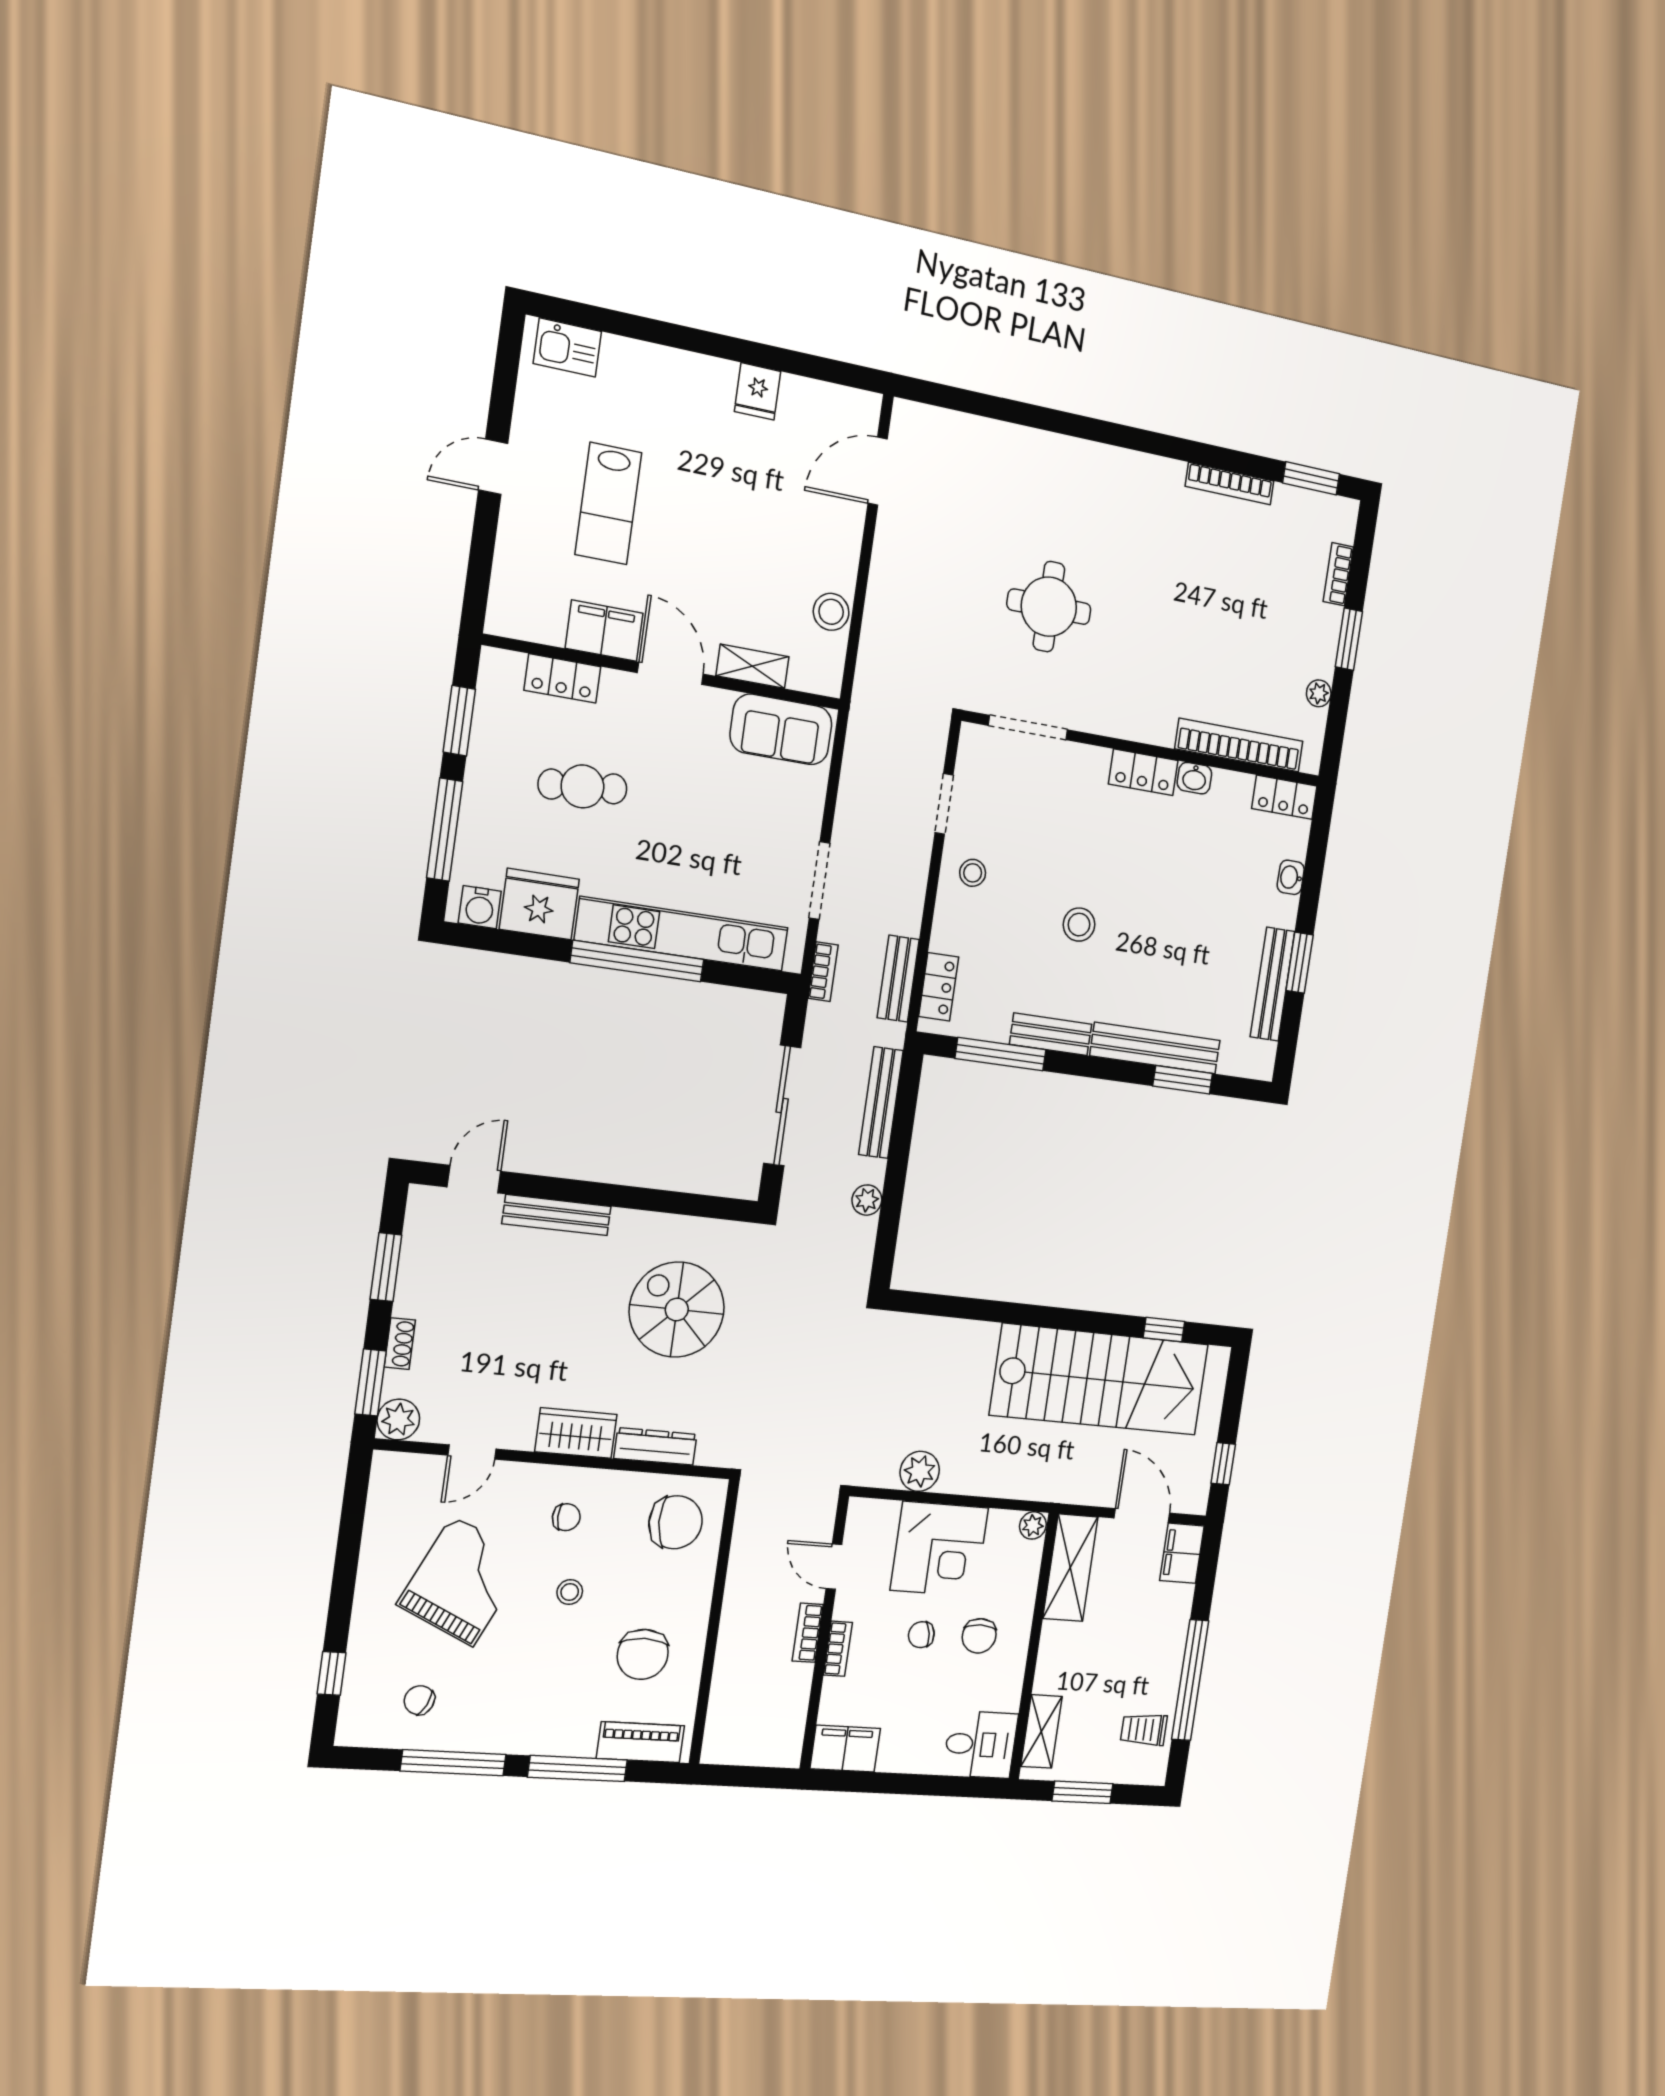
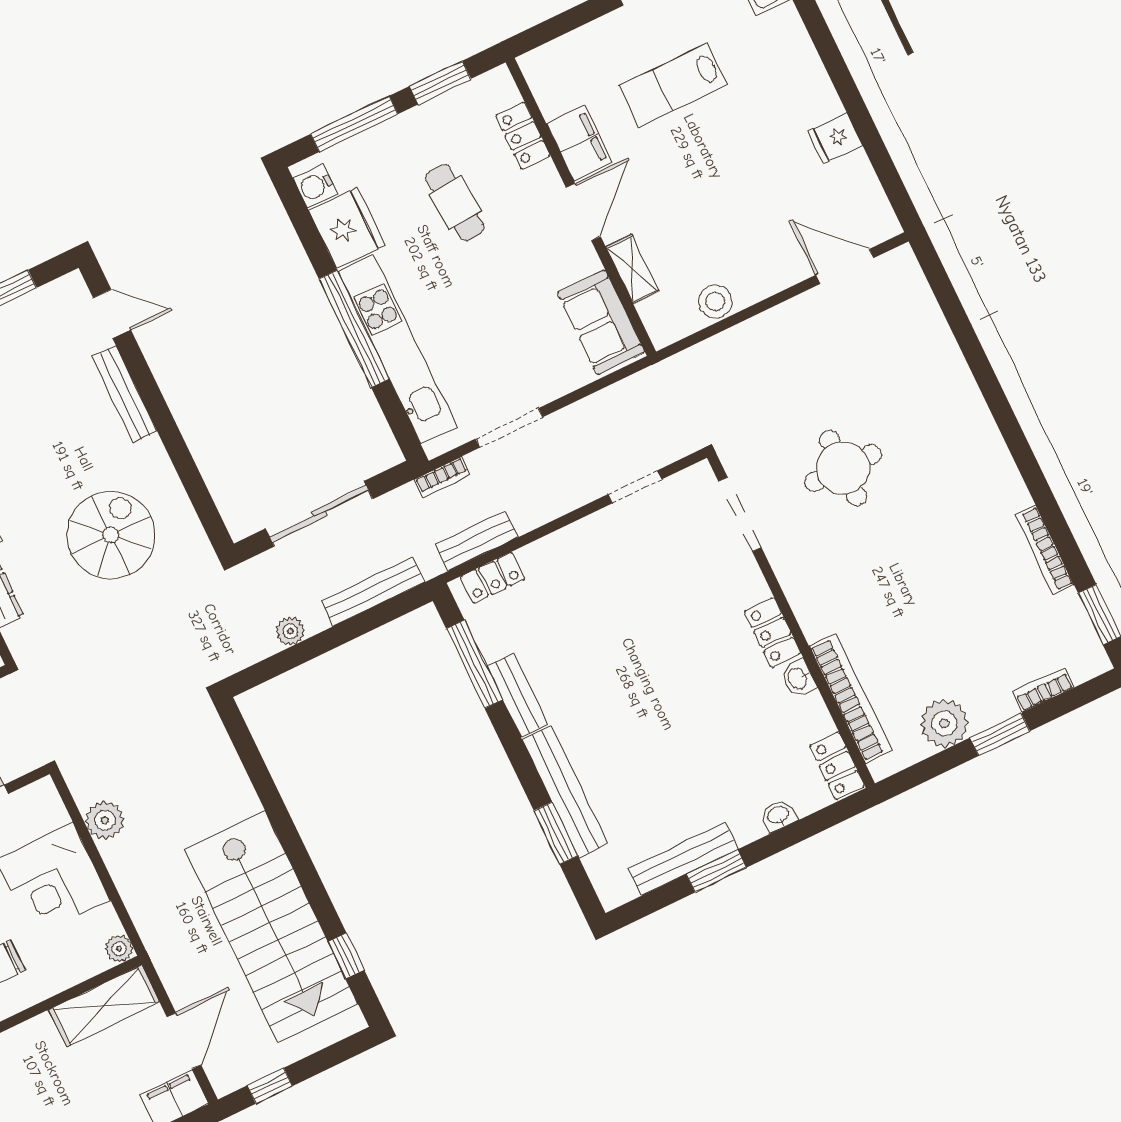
plant: (1319, 693) -> (944, 723), width x1.88, depth x1.88
stool: (973, 873) -> (598, 546), removed
stool: (1079, 925) -> (618, 660), removed

